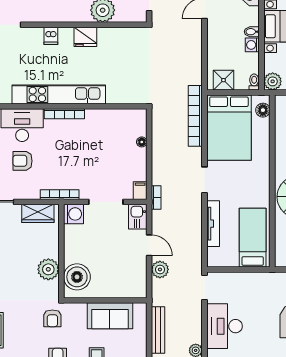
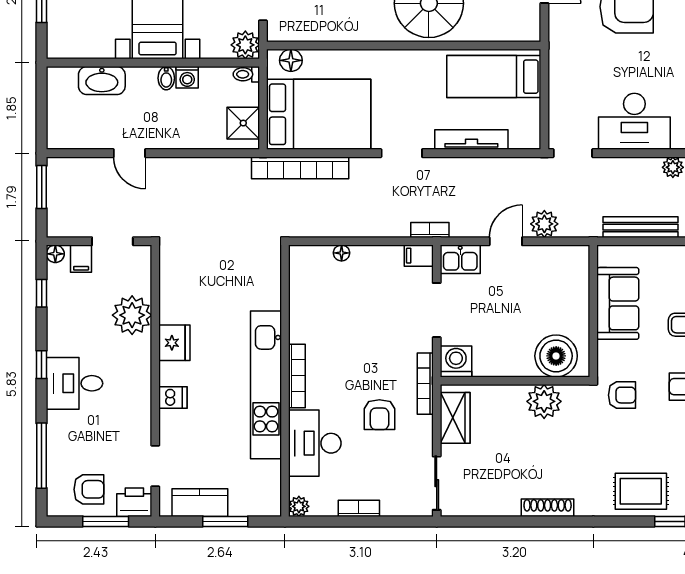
armchair: (22, 161) -> (379, 415), moved

